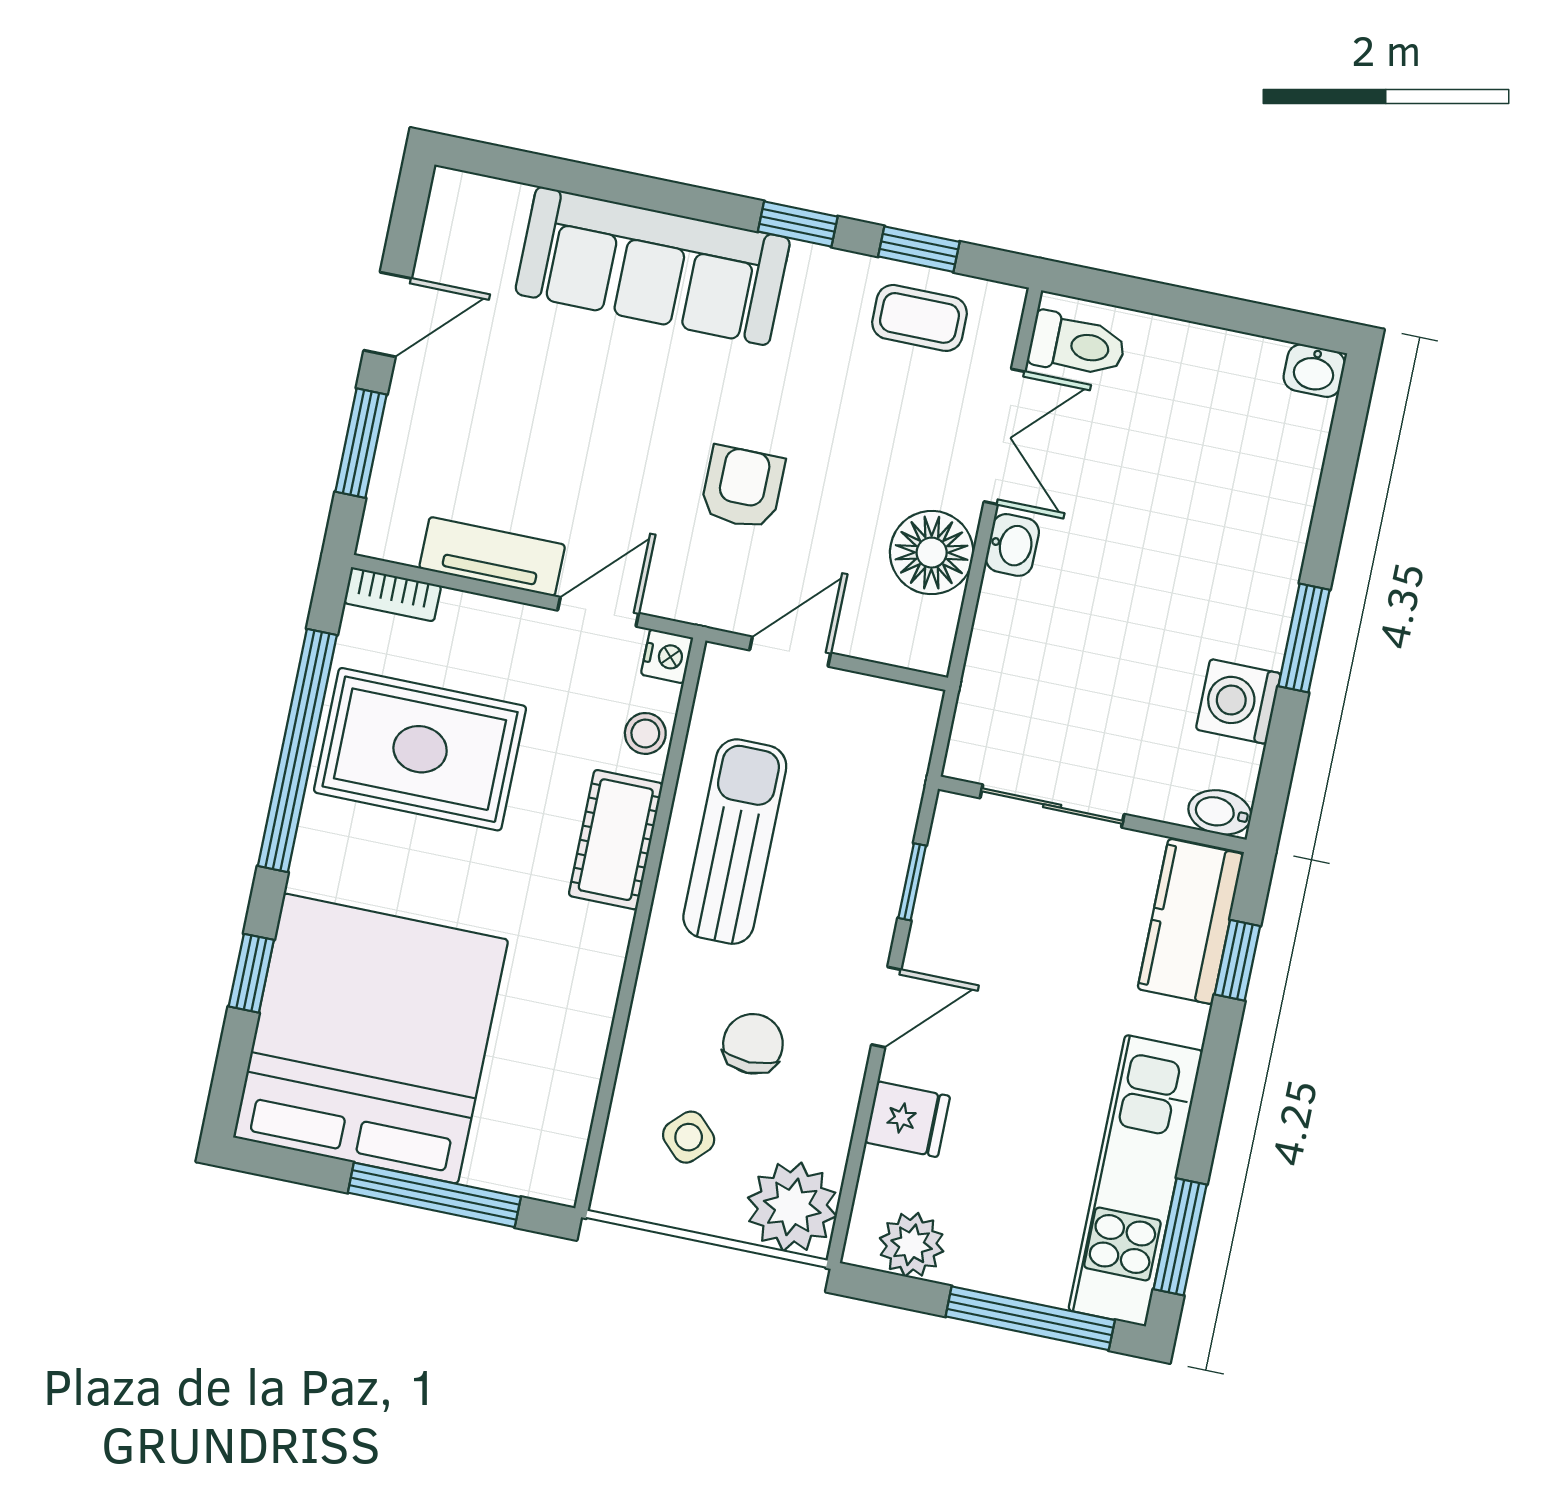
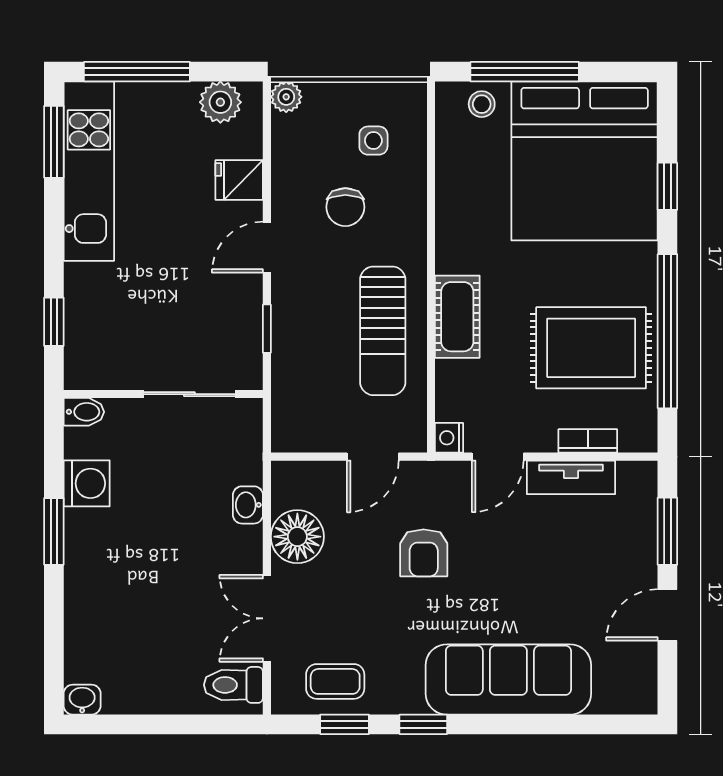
washbasin: (1012, 545) -> (248, 505), moved
bookcase: (392, 594) -> (588, 441), moved
stool: (645, 733) -> (482, 104), moved
kitchen counter: (1190, 921) -> (88, 340), removed
side table: (689, 1137) -> (373, 141), turned 45
plant: (792, 1207) -> (286, 97), width x0.53, depth x0.53

